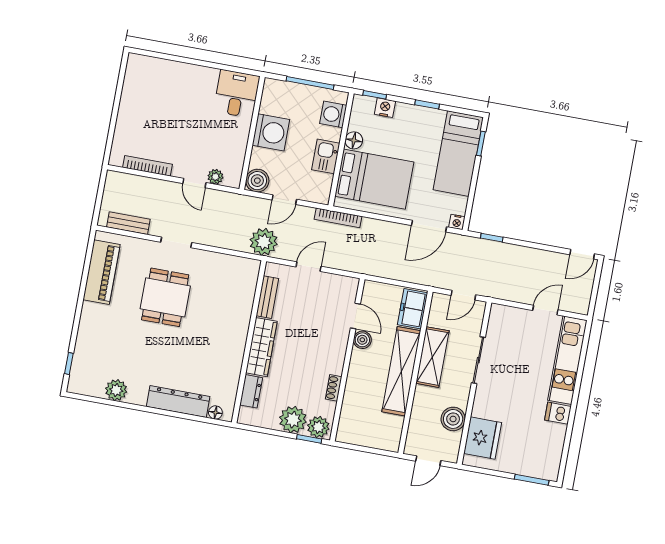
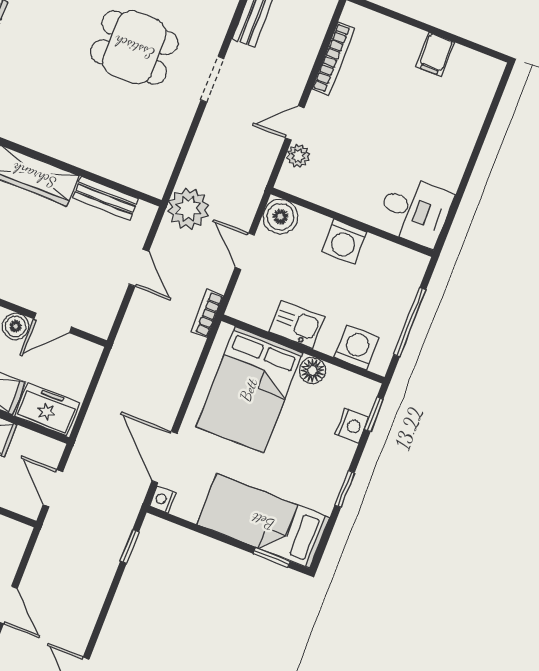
filing cabinet: (132, 100) -> (435, 54), added
washing machine: (271, 132) -> (344, 242), width x0.73, depth x0.73
bookcase: (338, 218) -> (207, 313), width x0.64

